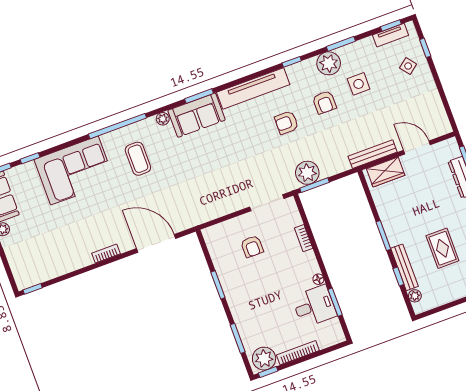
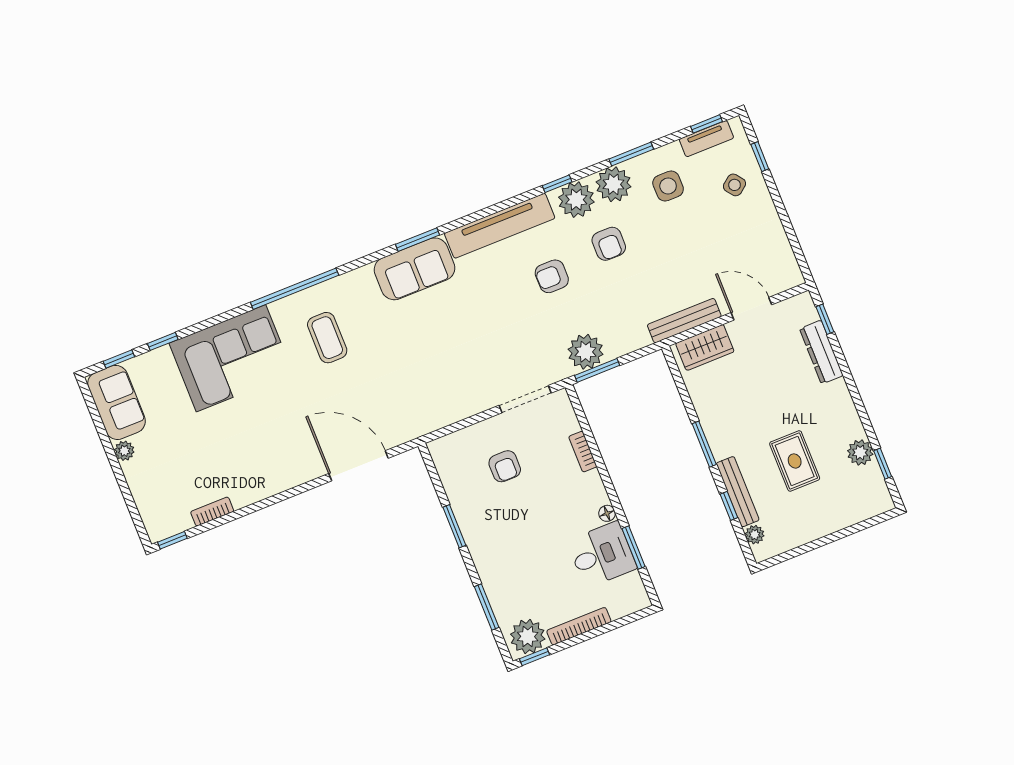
side table: (359, 84) -> (668, 186), moved
plant: (163, 119) -> (576, 200), moved, width x1.87, depth x1.87
bookcase: (106, 254) -> (212, 512), moved

